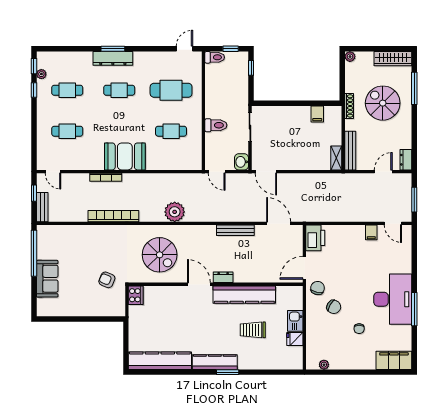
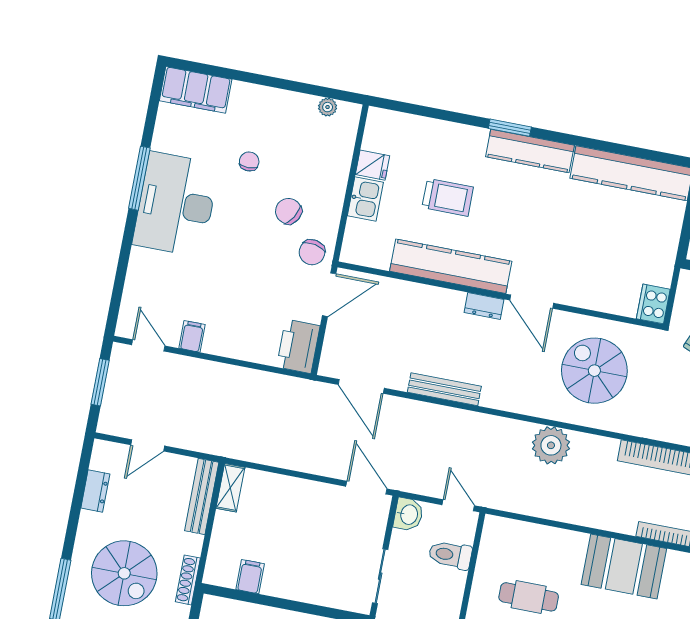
toilet: (216, 125) -> (450, 555), moved
dresser: (406, 160) -> (95, 491), moved

